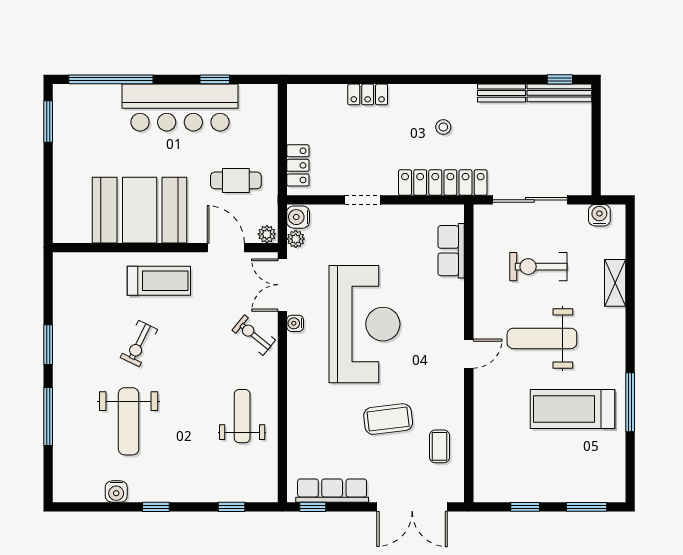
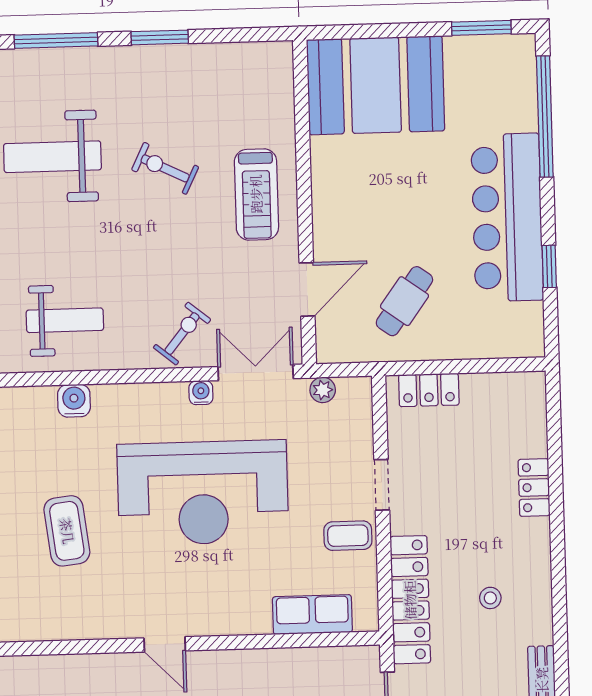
cafe table: (236, 180) -> (404, 301), turned 36
booth: (140, 210) -> (376, 85), moved, turned 90
water cooler: (298, 217) -> (74, 401), moved
plant: (267, 234) -> (328, 348), removed
coffee table: (440, 446) -> (348, 536), moved

